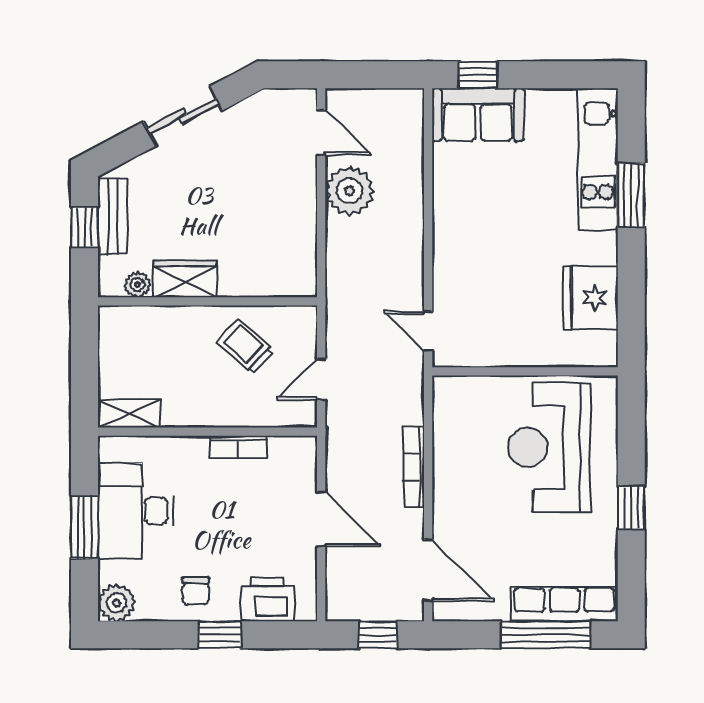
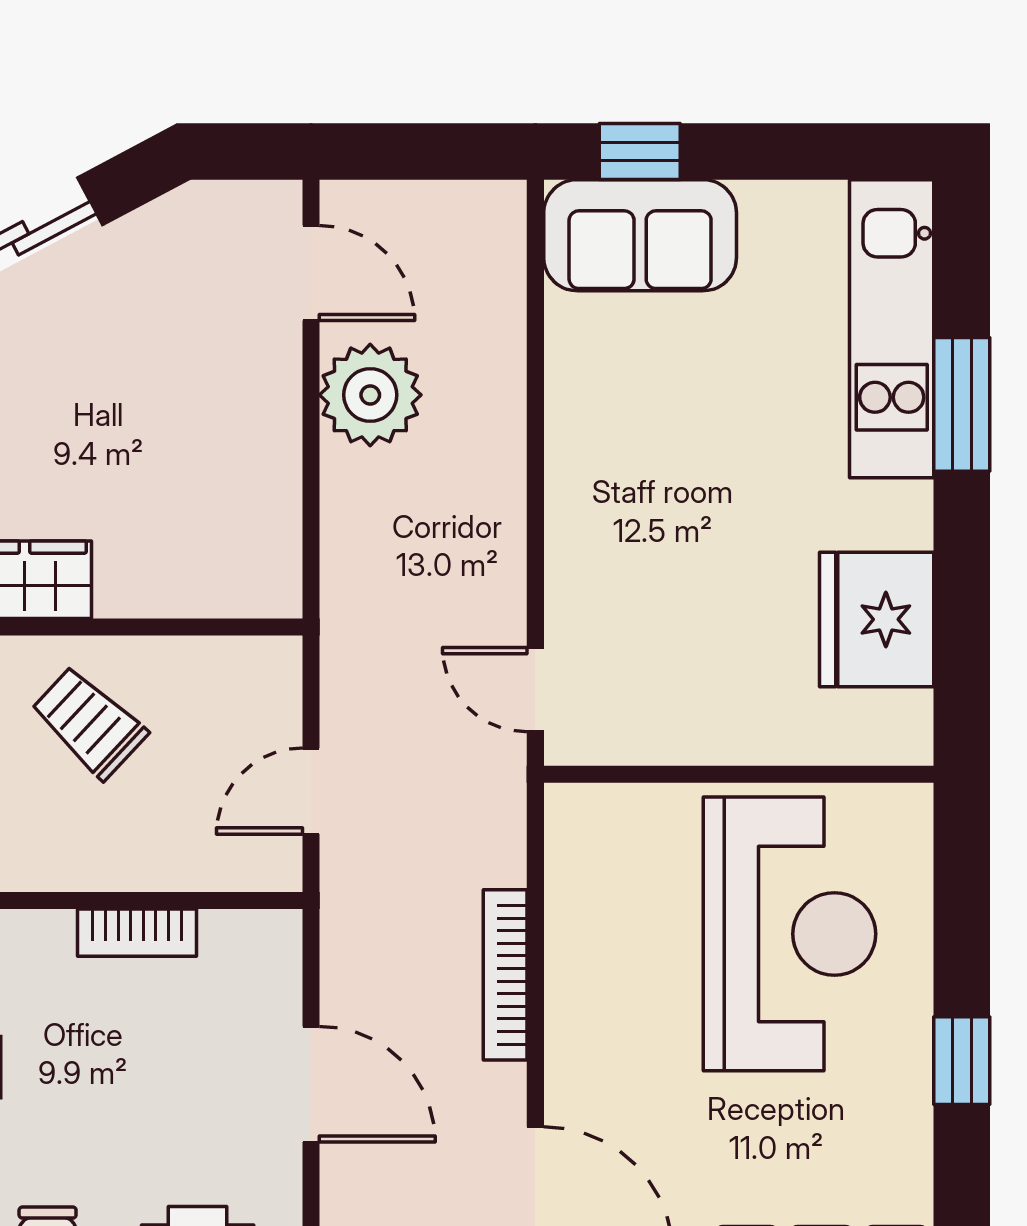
trolley: (246, 346) -> (89, 722), moved
reception desk: (549, 448) -> (789, 934), turned 180

